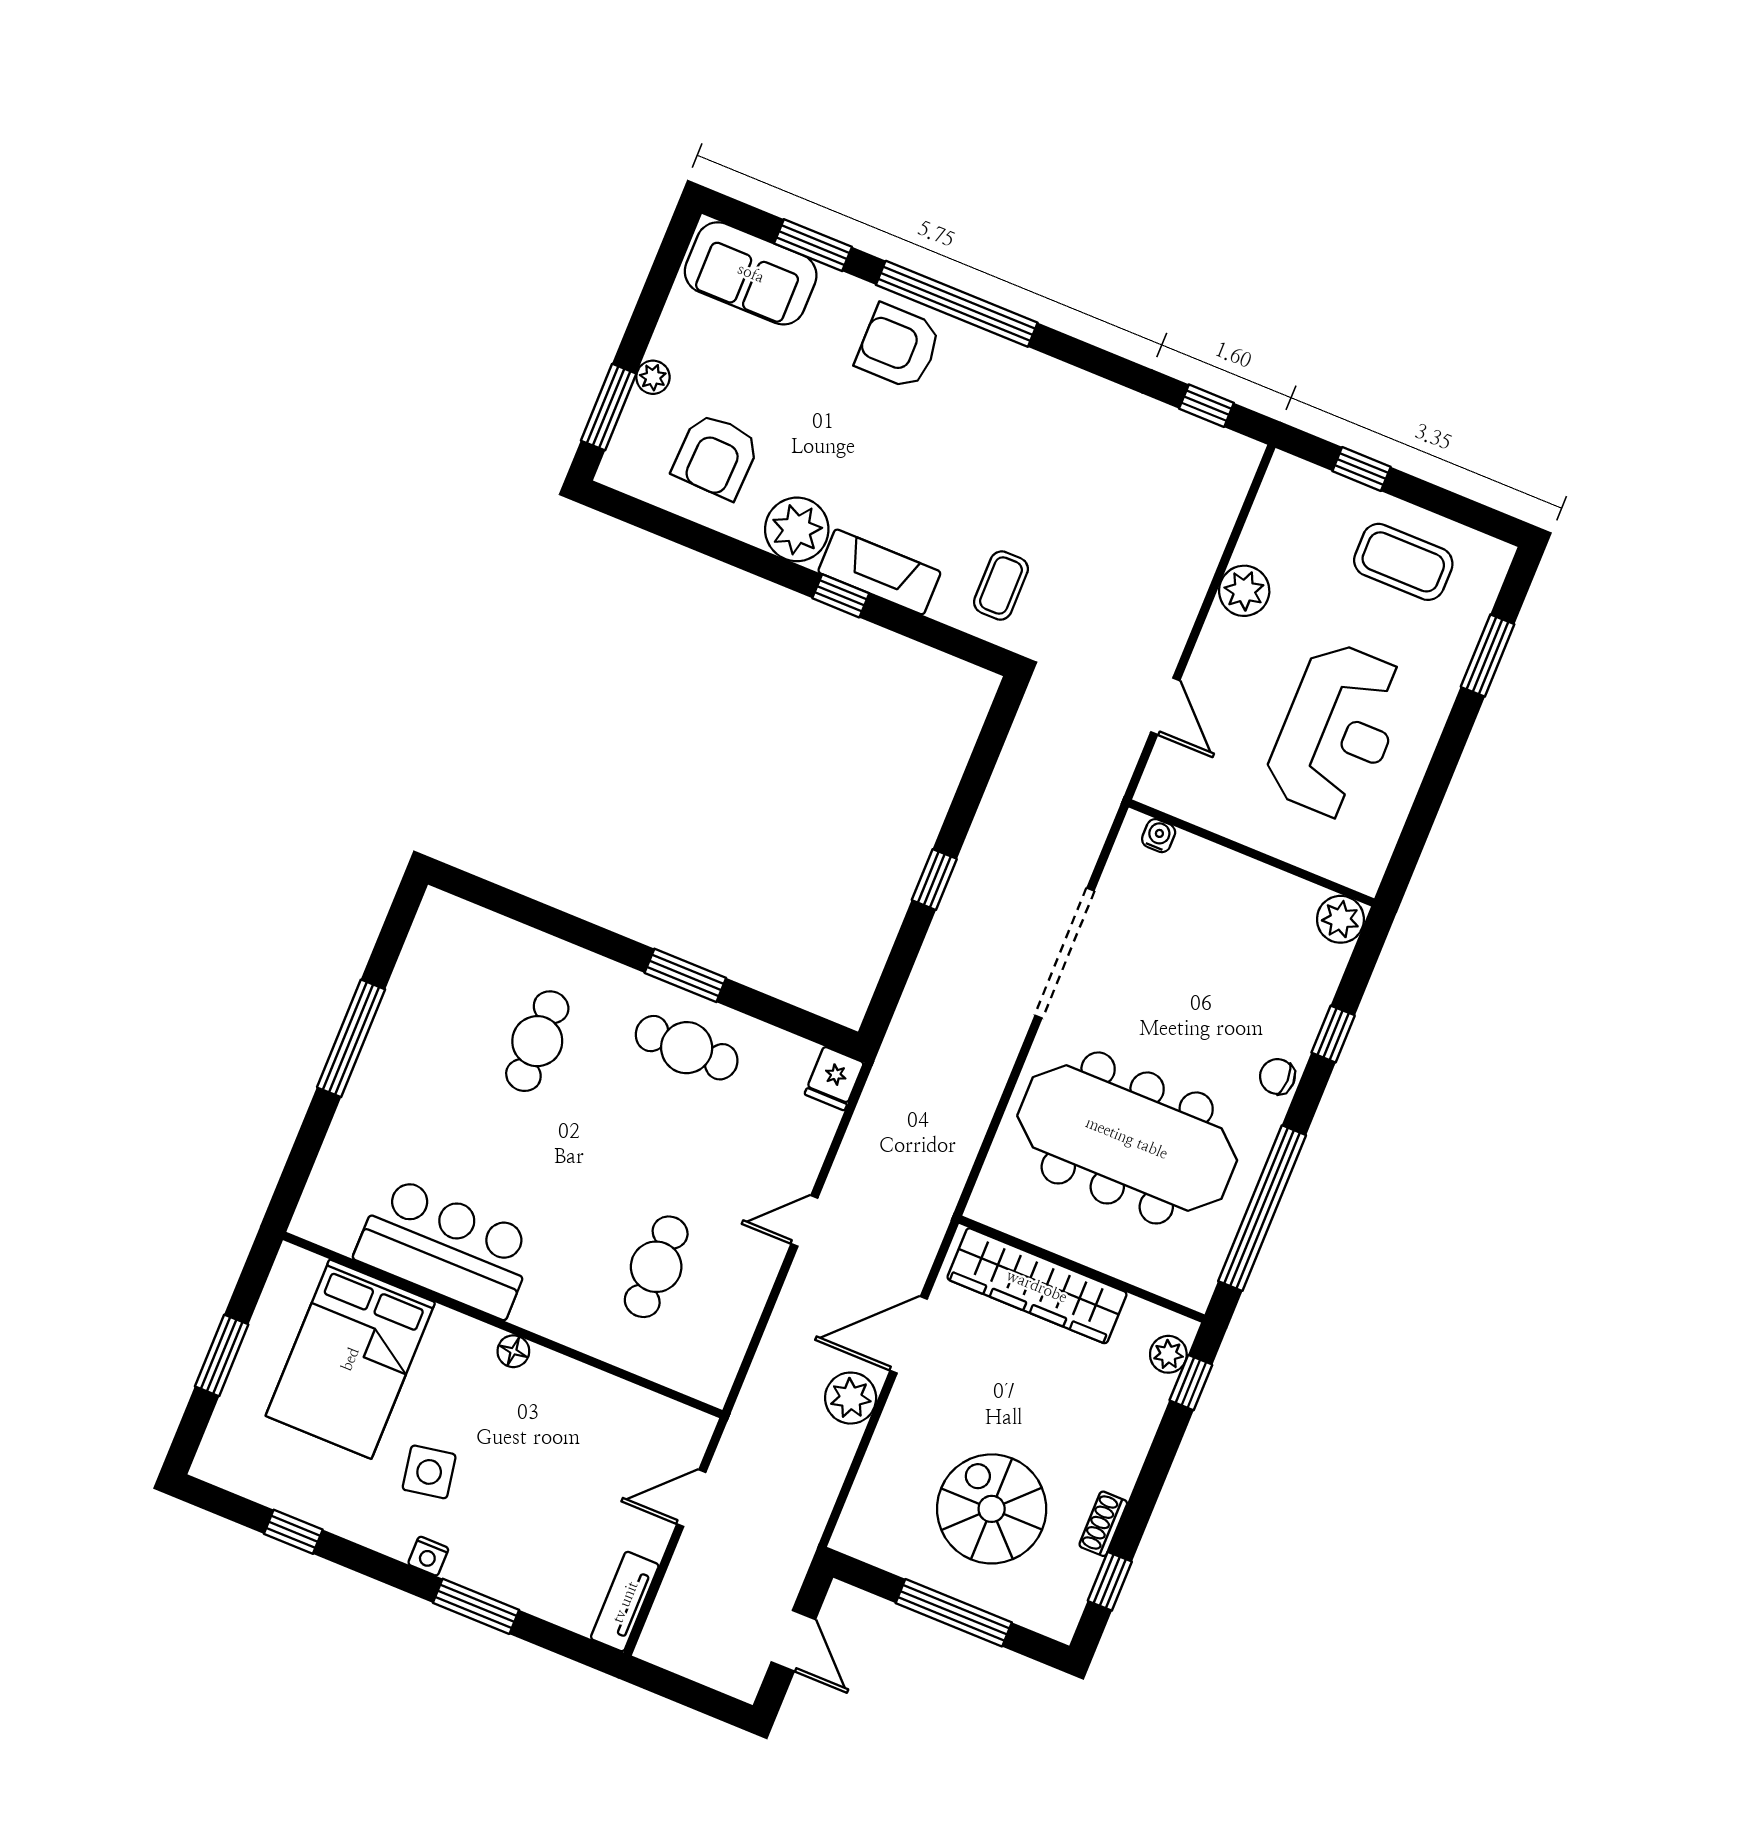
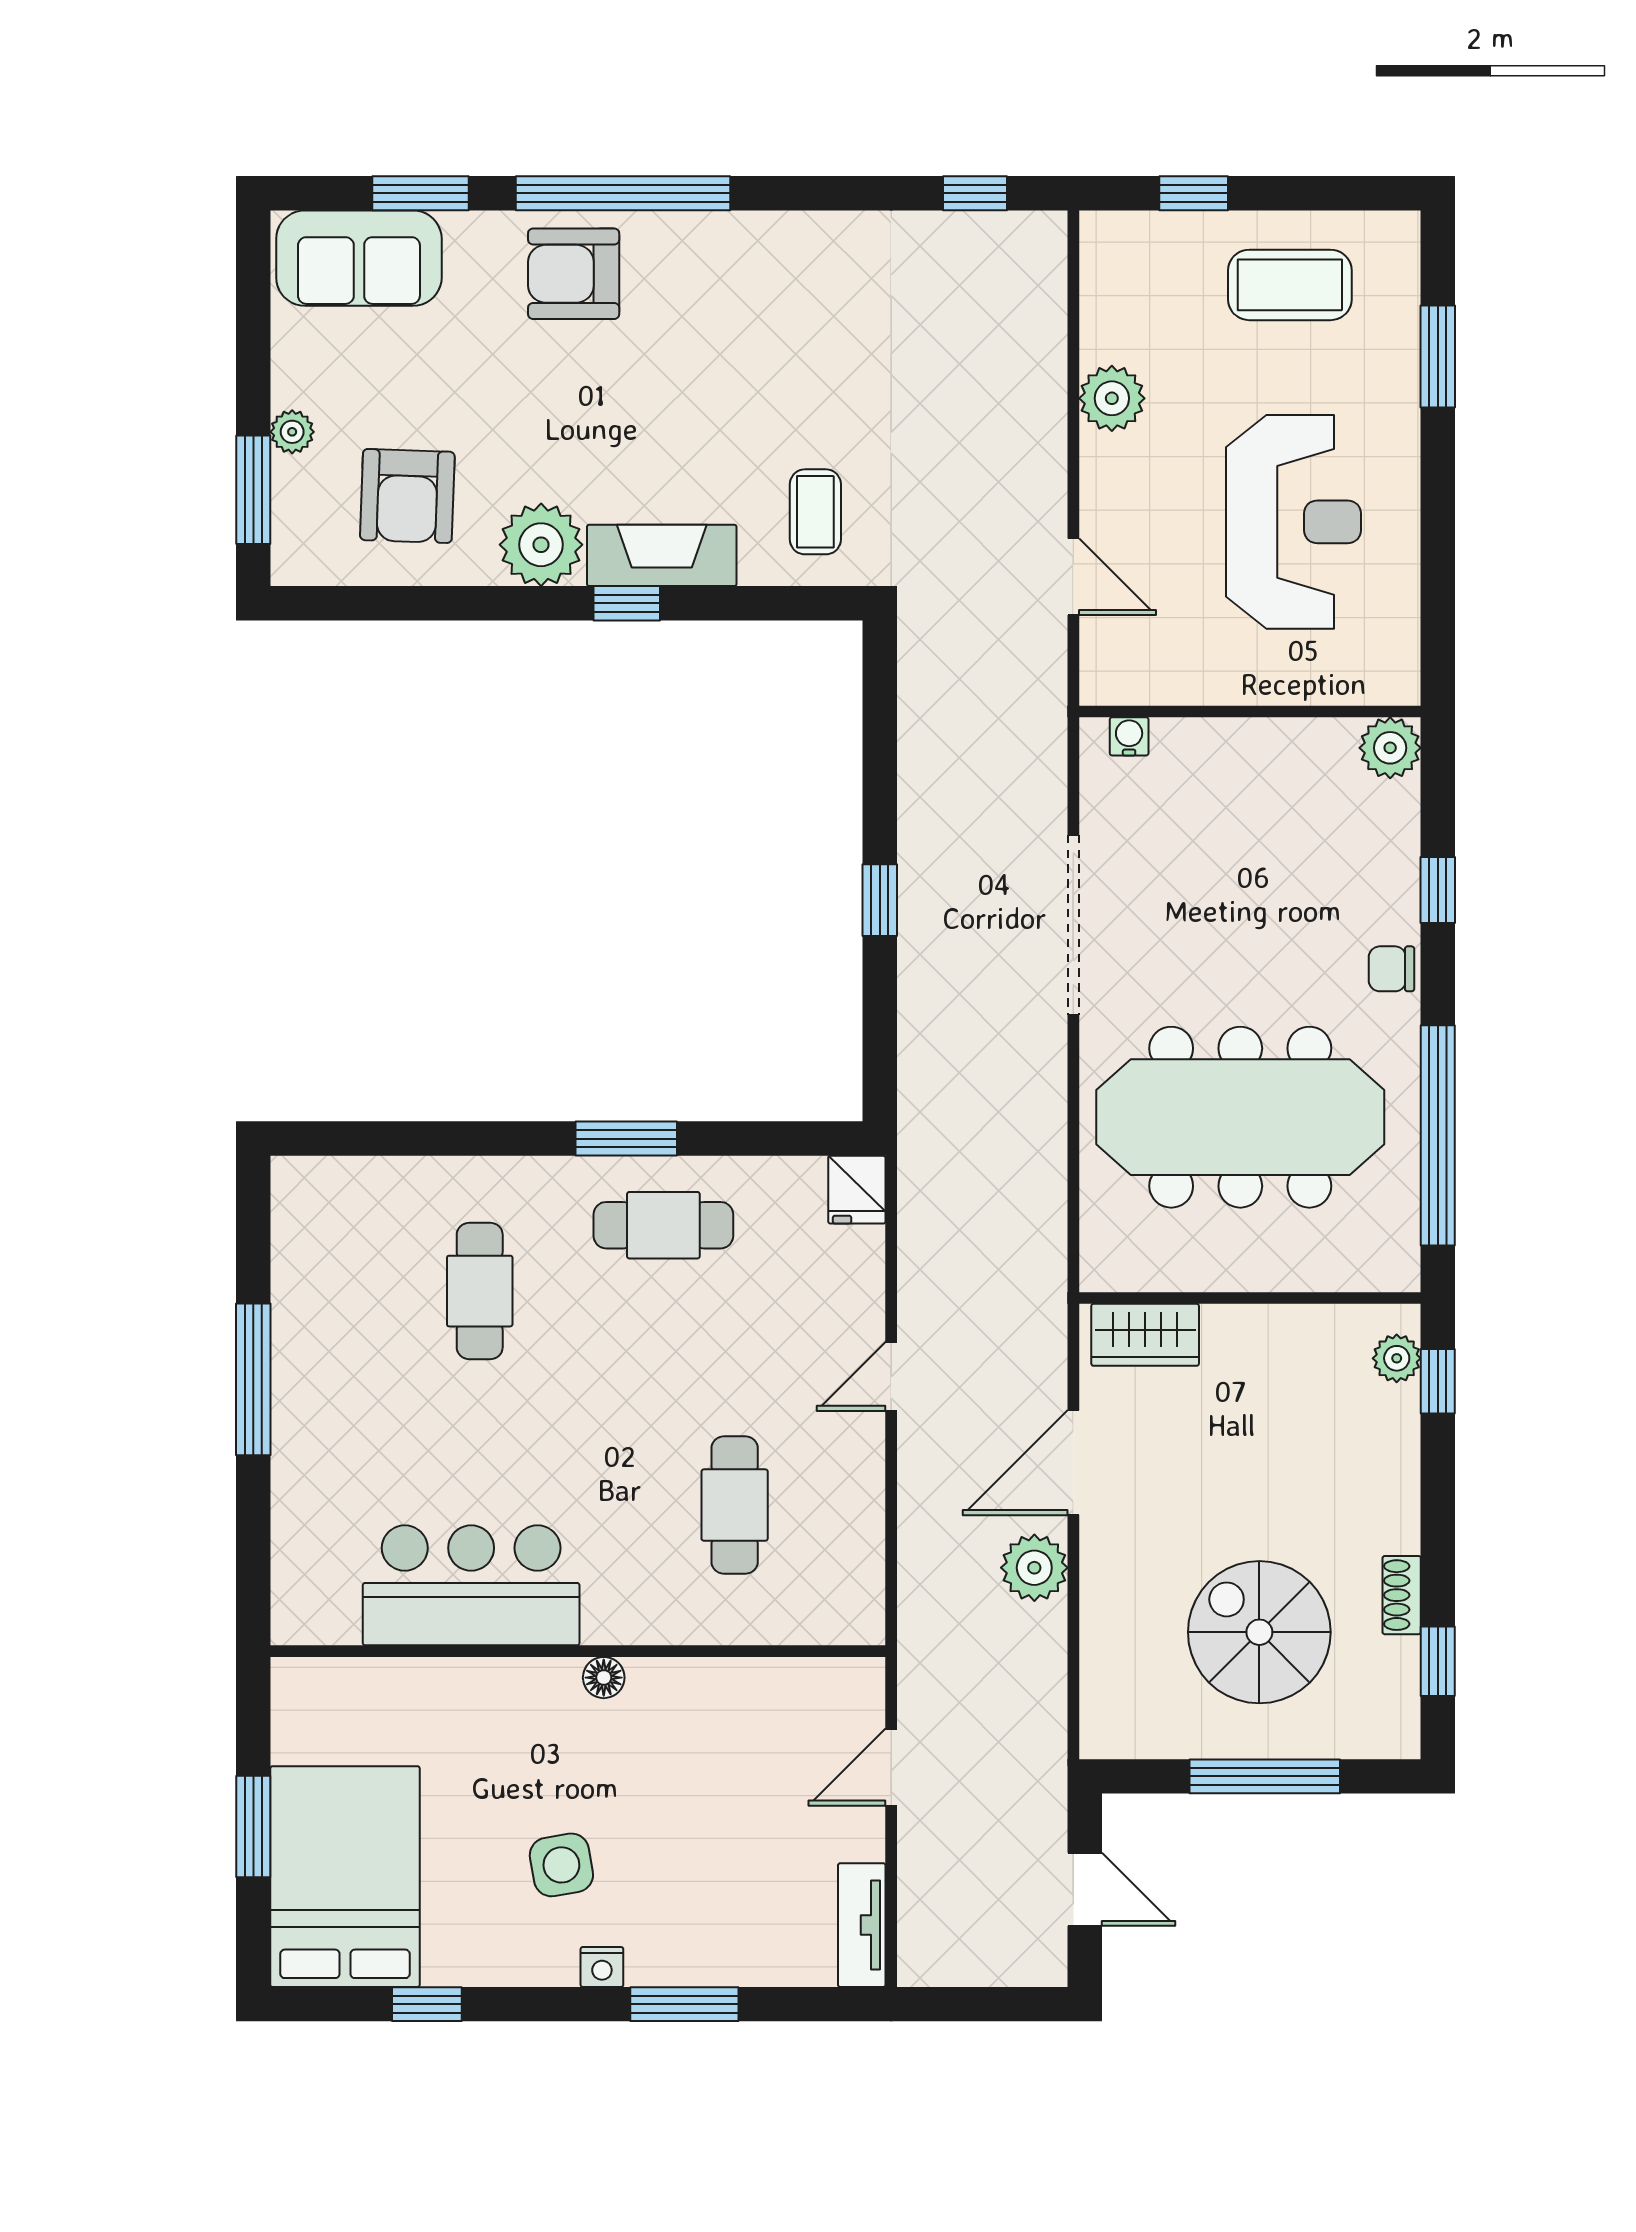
wardrobe: (1037, 1286) -> (1145, 1335), width x0.48, depth x0.85
bed: (350, 1359) -> (345, 1877), moved, turned 180

